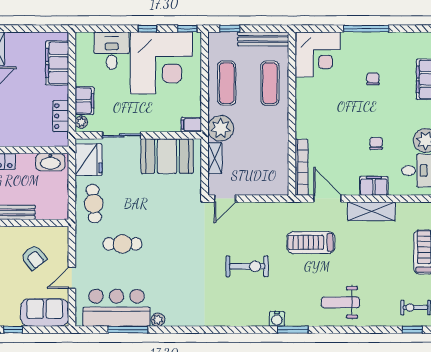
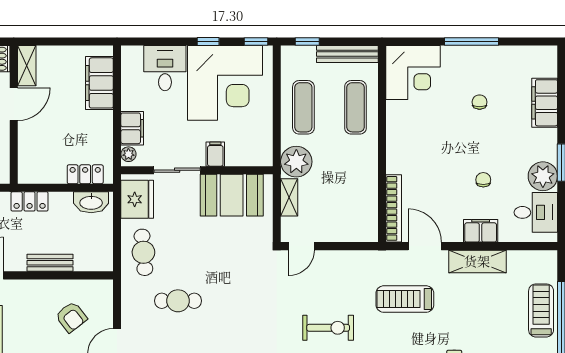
locker: (61, 116) -> (85, 174), moved, turned 90
filing cabinet: (191, 125) -> (215, 154), moved, turned 90

